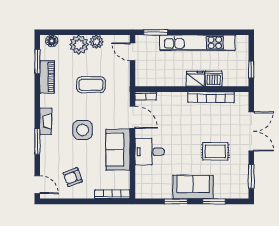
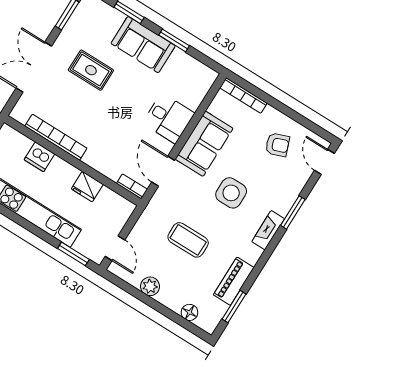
floor lamp: (52, 41) -> (189, 312), moved
plant: (79, 45) -> (173, 296), removed
fridge: (195, 79) -> (87, 187), moved

